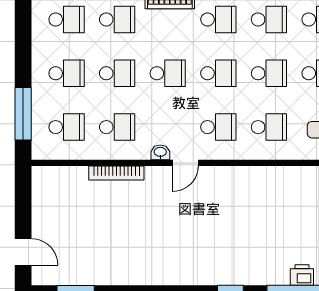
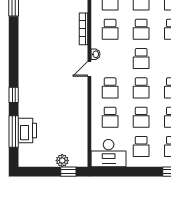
door: (185, 163) -> (89, 69), hinge flipped
printer: (302, 275) -> (27, 130), width x1.87, depth x1.48

